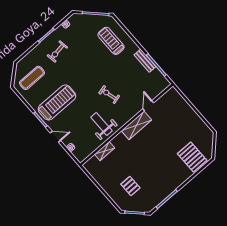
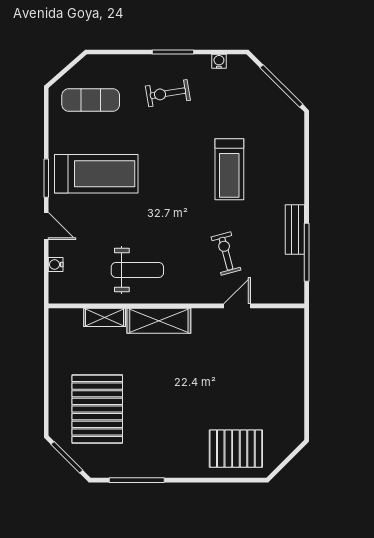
treadmill: (111, 41) -> (229, 169), moved, turned 180
exercise bike: (109, 95) -> (226, 254), moved
weight bench: (101, 124) -> (137, 270), turned 90
shelving: (136, 125) -> (159, 321), moved
pallet: (192, 157) -> (236, 449), turned 90
pallet: (130, 186) -> (97, 409), width x2.05, depth x2.00

